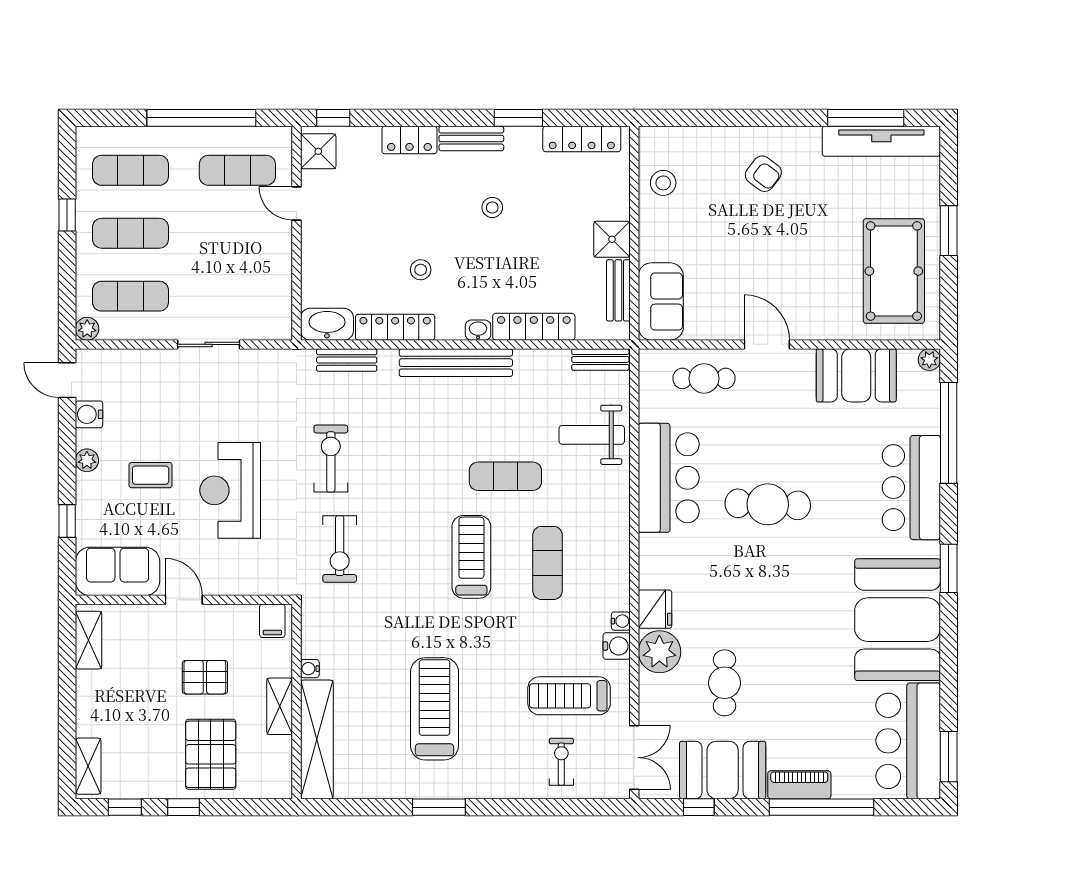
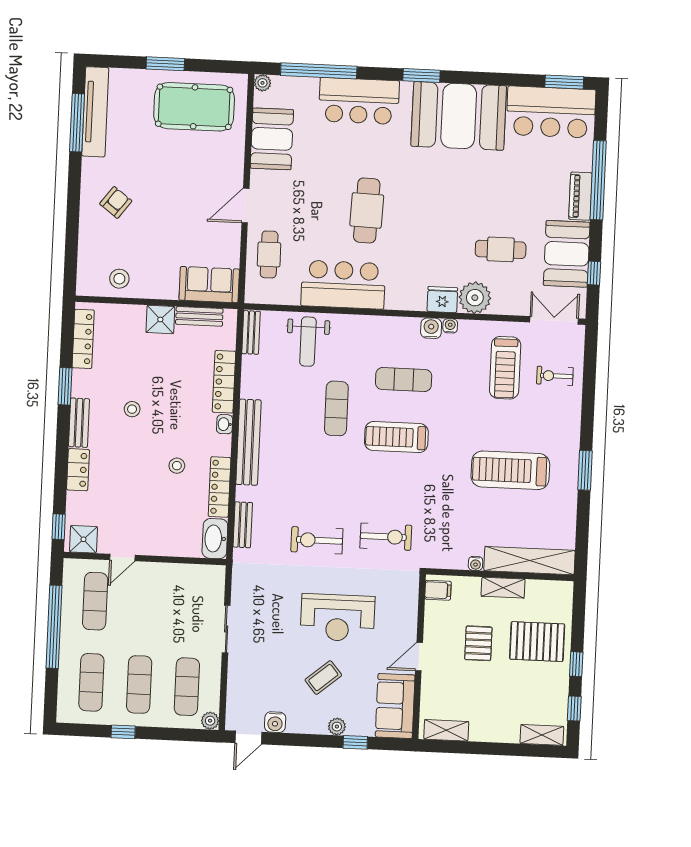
plant: (87, 460) -> (337, 727), moved
coffee table: (151, 475) -> (323, 678), turned 50
water cooler: (617, 646) -> (431, 328), moved

